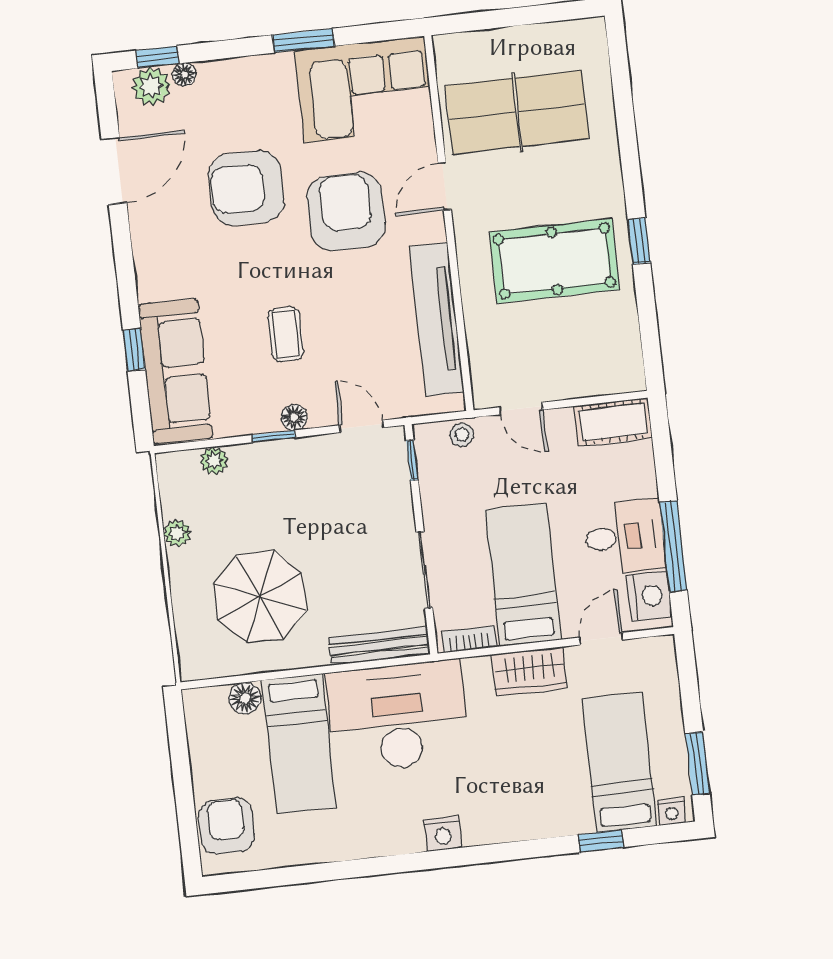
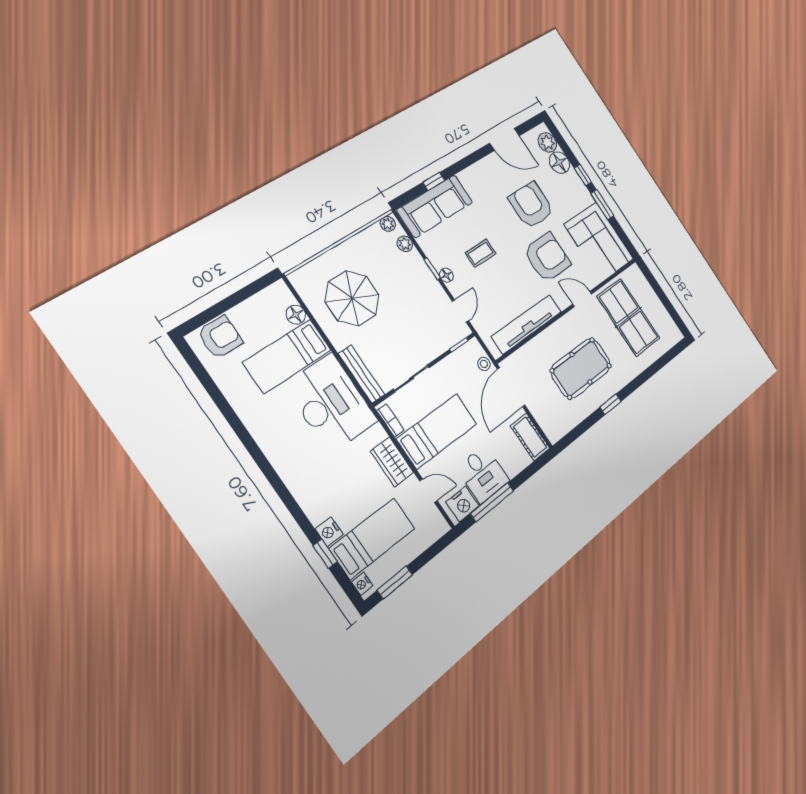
window: (157, 57) -> (583, 175), moved
floor lamp: (184, 74) -> (560, 163), width x1.89, depth x1.89
pool table: (554, 261) -> (581, 368), turned 90
door: (521, 408) -> (511, 387), width x1.87
plant: (177, 533) -> (388, 224), moved
nightstand: (443, 834) -> (329, 532), moved

